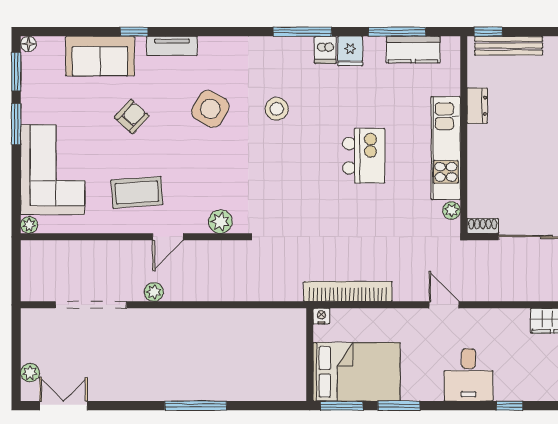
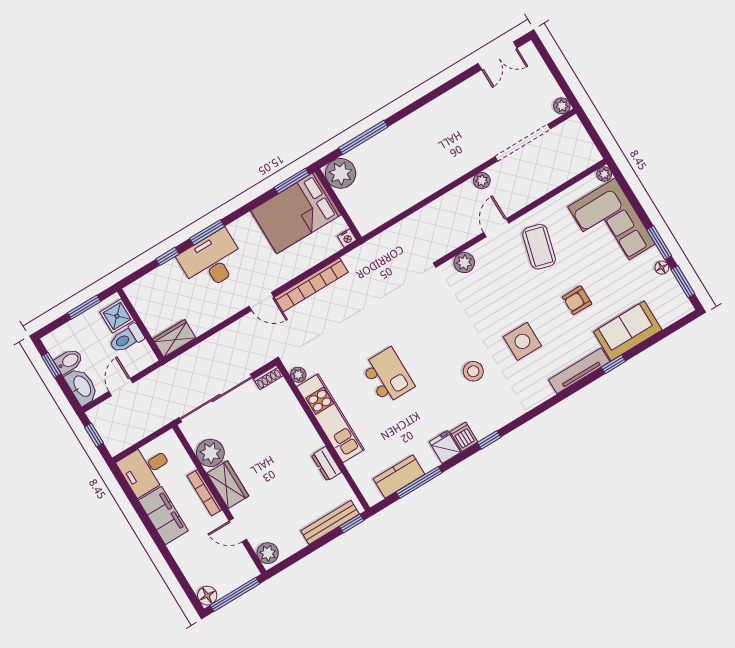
window: (302, 32) -> (489, 440), width x0.46
floor lamp: (28, 44) -> (662, 268), moved
tv unit: (172, 46) -> (579, 371), width x1.41
side table: (210, 109) -> (522, 341), turned -30
armchair: (132, 117) -> (577, 300), turned 47
kitchen island: (364, 156) -> (388, 376), turned 180
coffee table: (137, 192) -> (539, 247), turned -71
bookcase: (348, 291) -> (311, 285), moved
plant: (30, 373) -> (562, 106), moved
desk: (468, 375) -> (212, 261), width x1.37
plant: (289, 384) -> (341, 173), added
window: (196, 406) -> (363, 137), moved
window: (399, 406) -> (207, 232), moved

